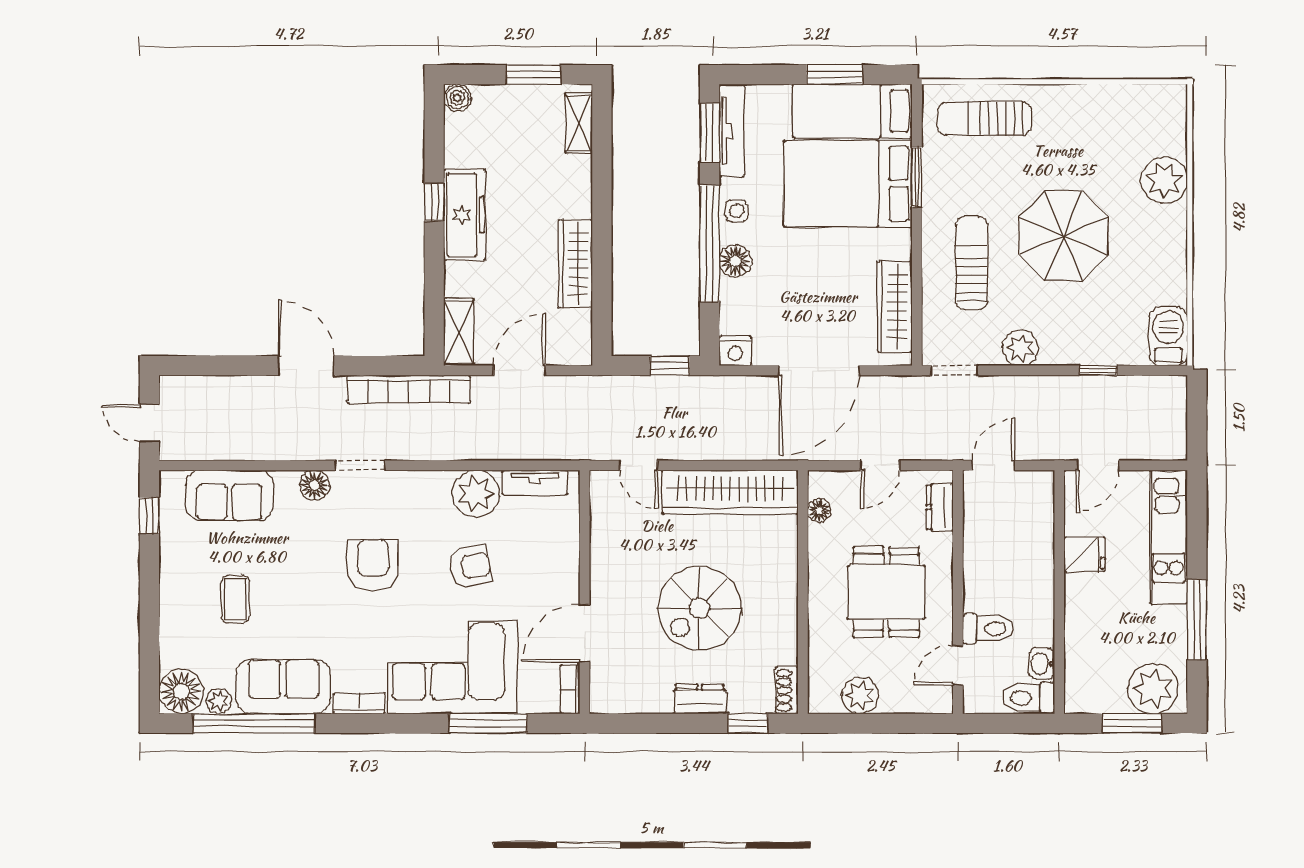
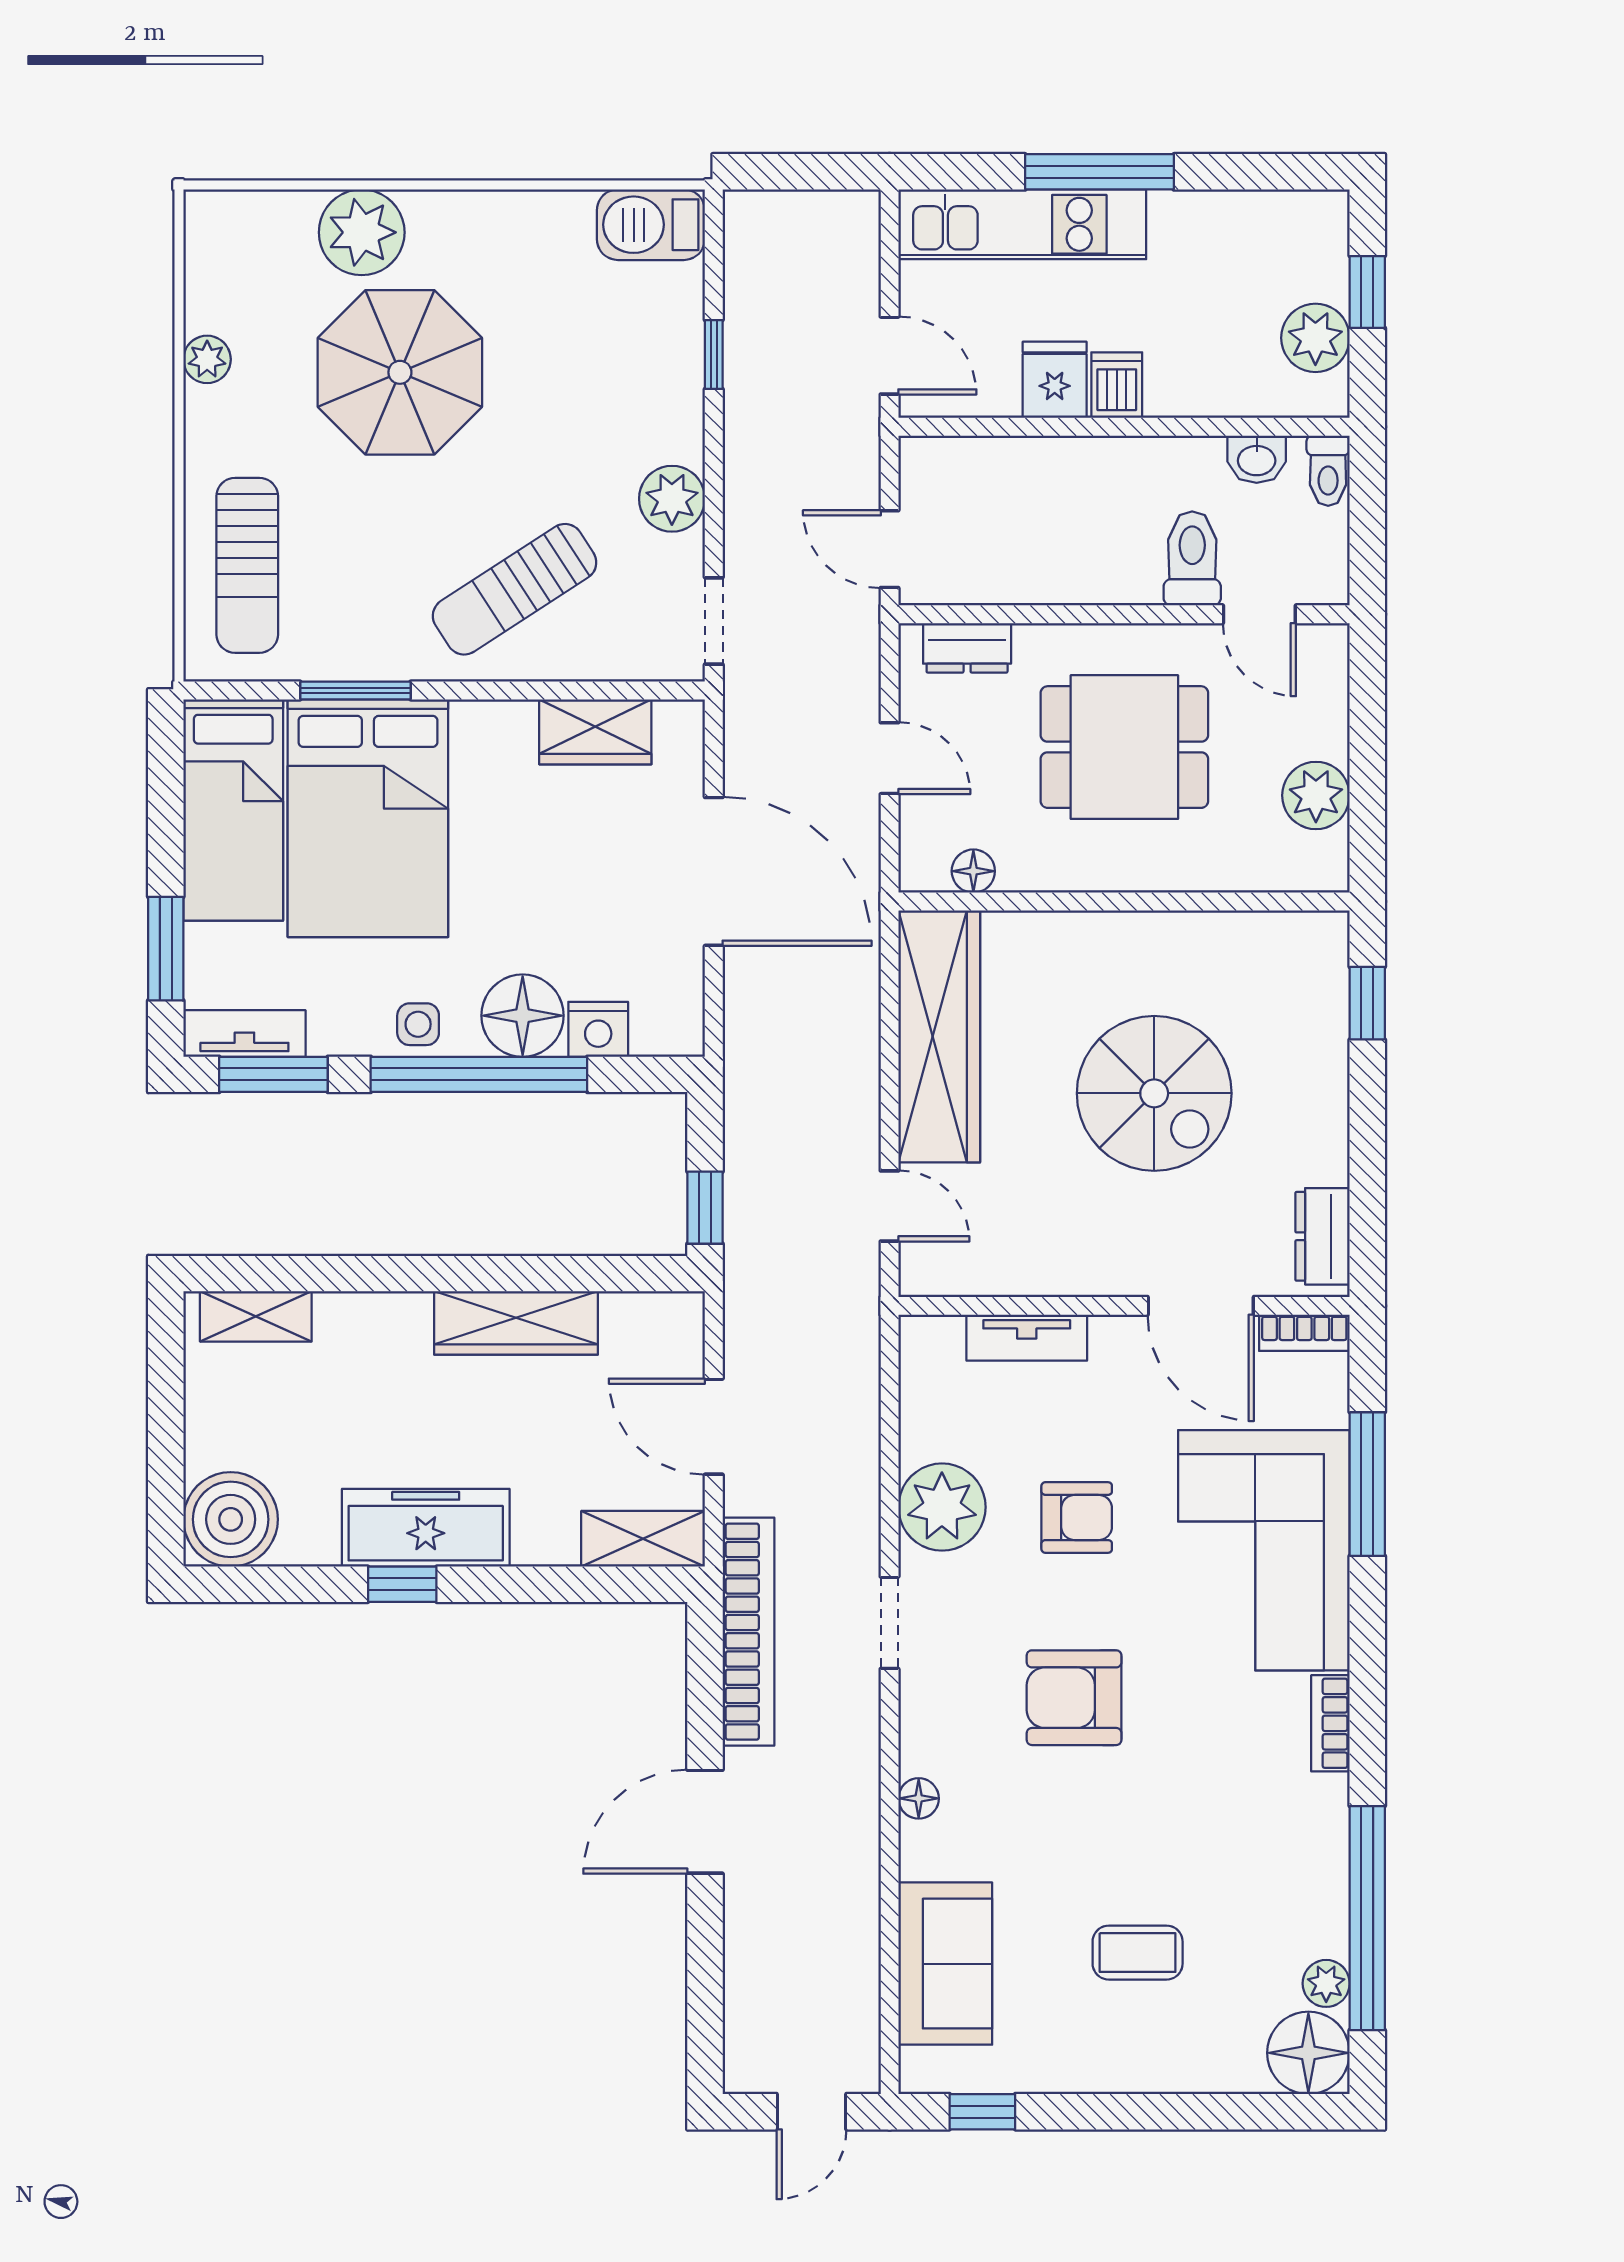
window: (533, 75) -> (166, 1401), removed
window: (835, 75) -> (166, 949), moved
plant: (1096, 97) -> (207, 359), added
boiler: (457, 98) -> (231, 1519), width x1.86, depth x1.86
tv unit: (732, 130) -> (244, 1033), width x0.71
parasol: (1063, 236) -> (400, 372), moved
floor lamp: (735, 261) -> (523, 1016), width x1.38, depth x1.38
sun lounger: (972, 263) -> (515, 589), turned -33
wardrobe: (895, 306) -> (595, 732), width x0.67
nightstand: (735, 351) -> (598, 1029), moved, turned 90
window: (670, 366) -> (705, 1208), moved
doorway: (360, 465) -> (890, 1623), moved
door: (638, 465) -> (890, 1206), hinge flipped
tv unit: (535, 483) -> (1027, 1338), moved, turned 90
floor lamp: (315, 485) -> (919, 1798), width x0.73, depth x0.73
armchair: (470, 566) -> (1077, 1517), turned 100
dishwasher: (1082, 588) -> (1117, 385), added
window: (1197, 620) -> (1099, 172), moved
sofa: (283, 686) -> (1299, 1864), removed
plant: (1153, 689) -> (1315, 338), moved, width x0.73, depth x0.73
shoe rack: (787, 690) -> (1306, 931), removed
toilet: (1028, 698) -> (1328, 471), width x0.73, depth x0.72
dresser: (700, 699) -> (1322, 1236), moved
window: (1132, 723) -> (1367, 292), width x0.67

